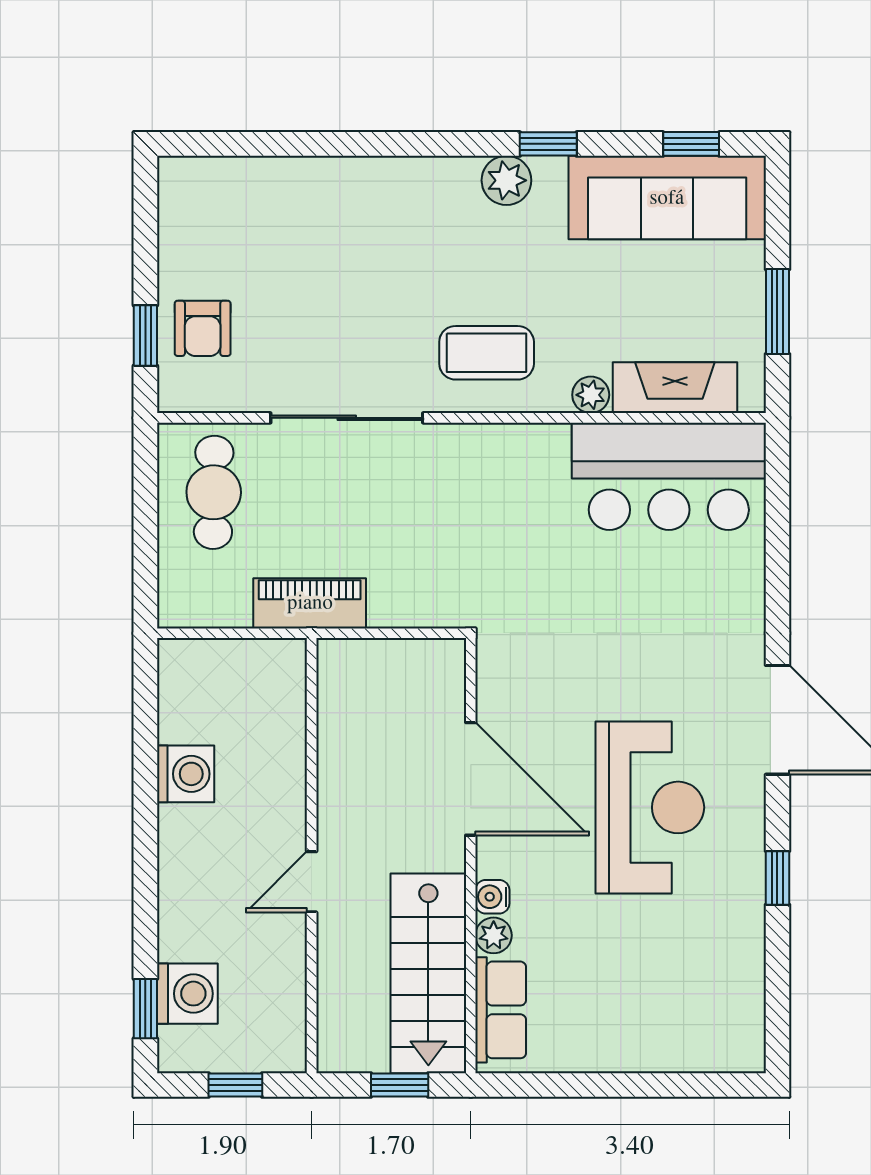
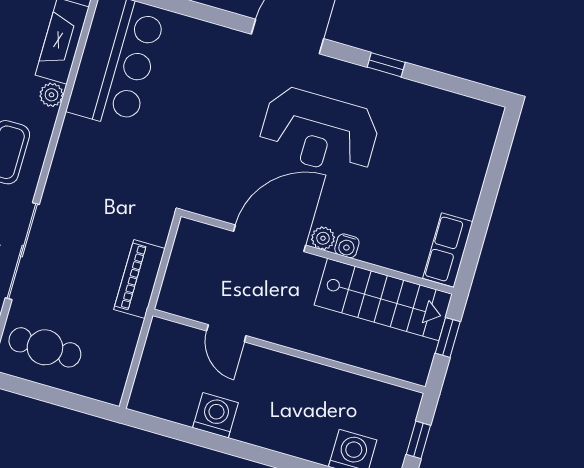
piano: (310, 603) -> (139, 279), moved
reception desk: (650, 807) -> (319, 132), turned 180
door: (312, 882) -> (226, 333), moved
plant: (494, 935) -> (323, 238), moved
row of seats: (501, 1010) -> (448, 250), moved, turned -90

